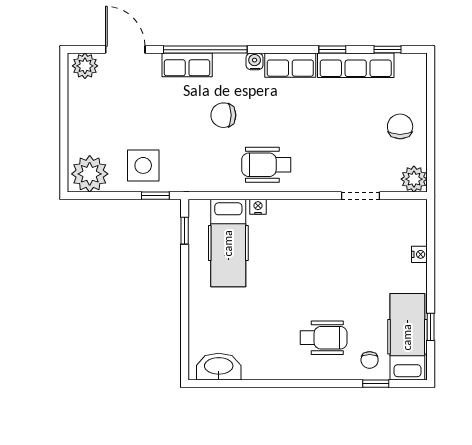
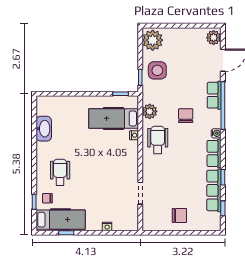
plant: (414, 179) -> (150, 111), moved
wheelchair: (324, 338) -> (60, 172), turned 180
washbasin: (219, 367) -> (44, 129), moved

